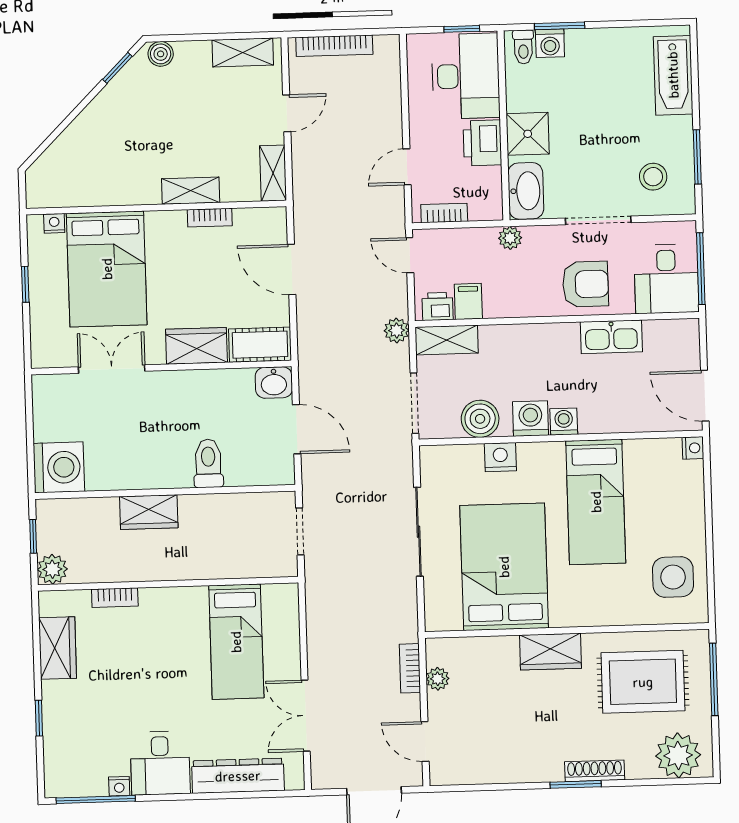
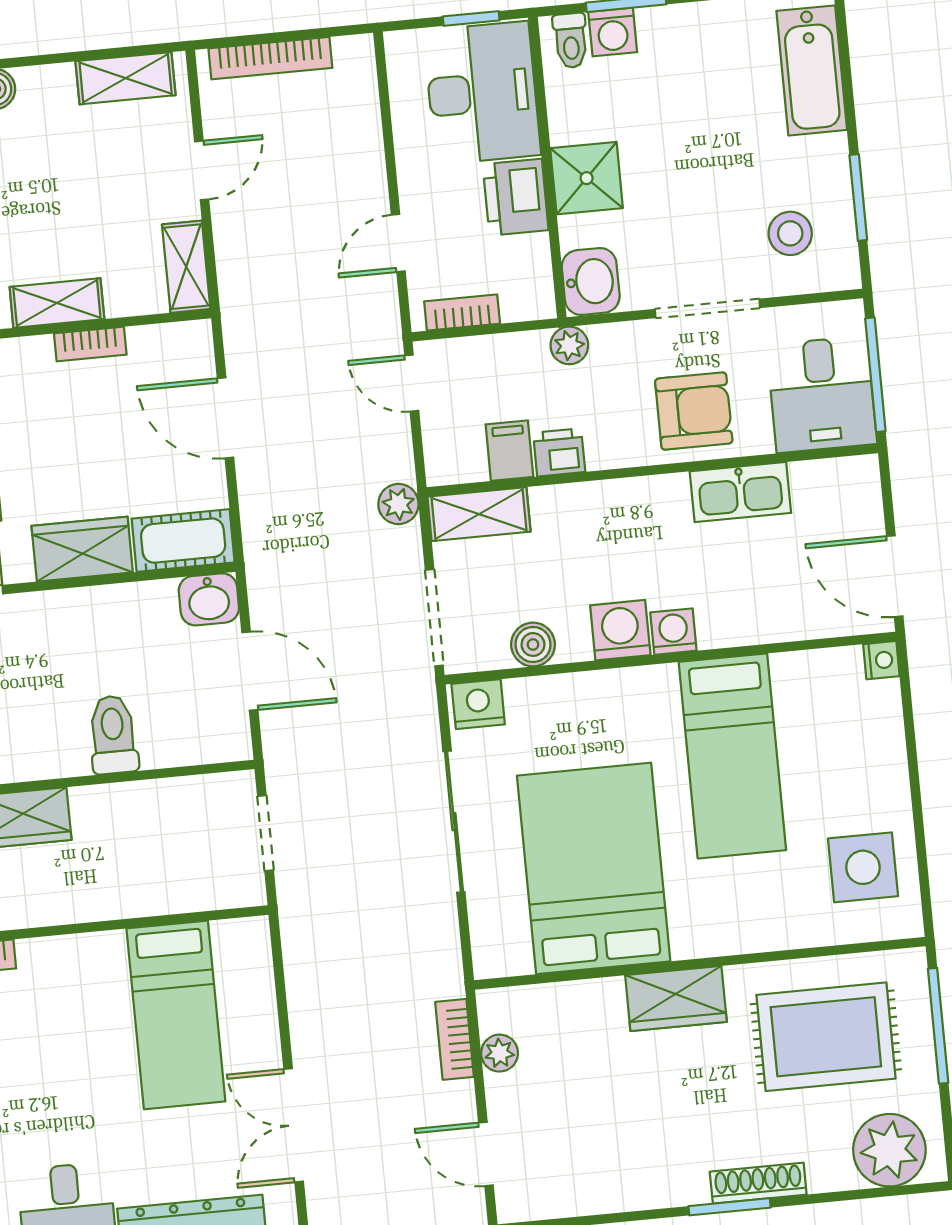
washbasin: (526, 191) -> (591, 281), width x0.72
printer: (438, 306) -> (559, 452), moved
boiler: (480, 419) -> (533, 644), width x0.73, depth x0.73
nightstand: (500, 457) -> (478, 704), moved

